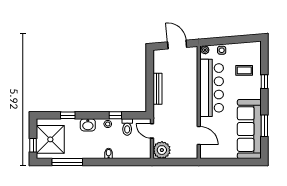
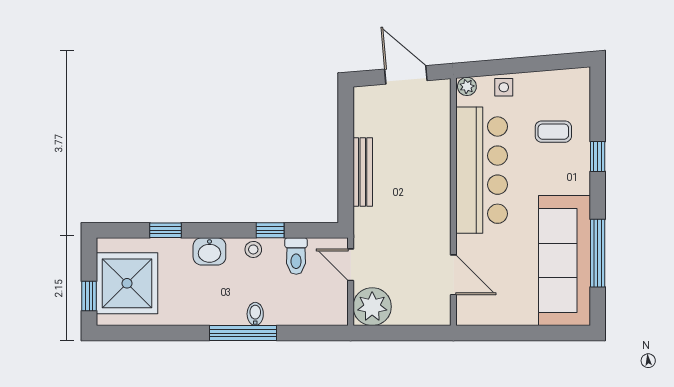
window: (264, 126) -> (598, 253), width x1.44
window: (67, 162) -> (243, 333), moved

